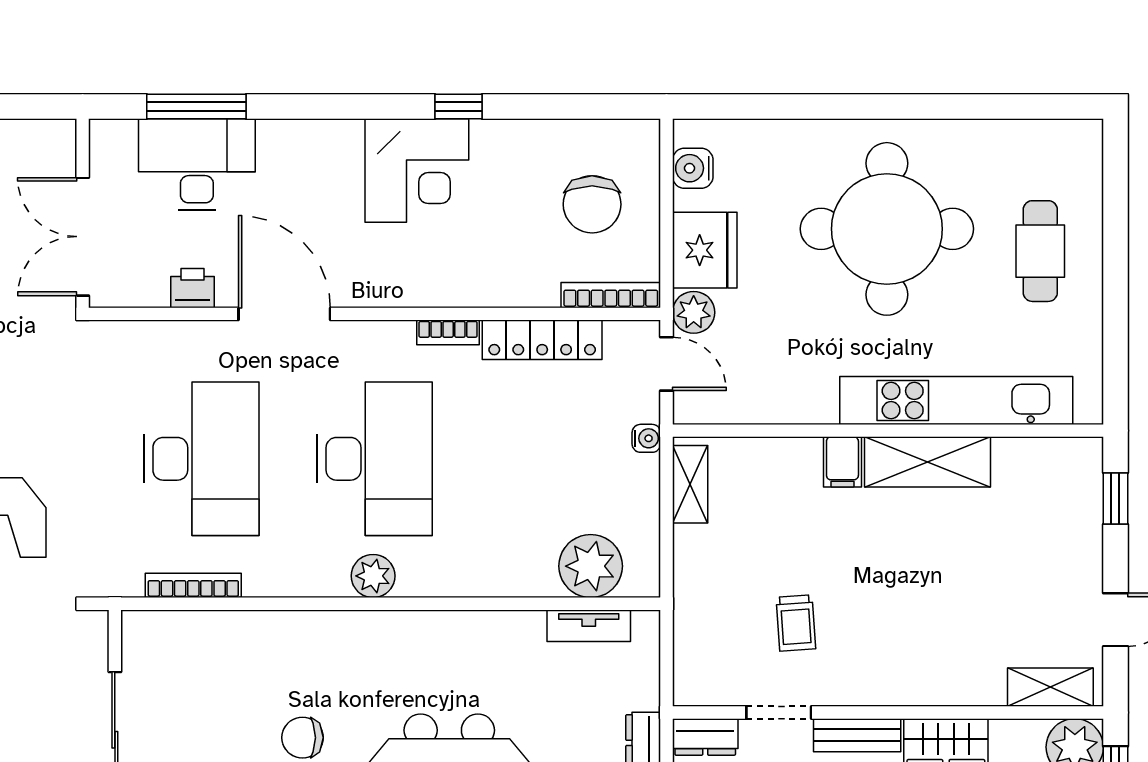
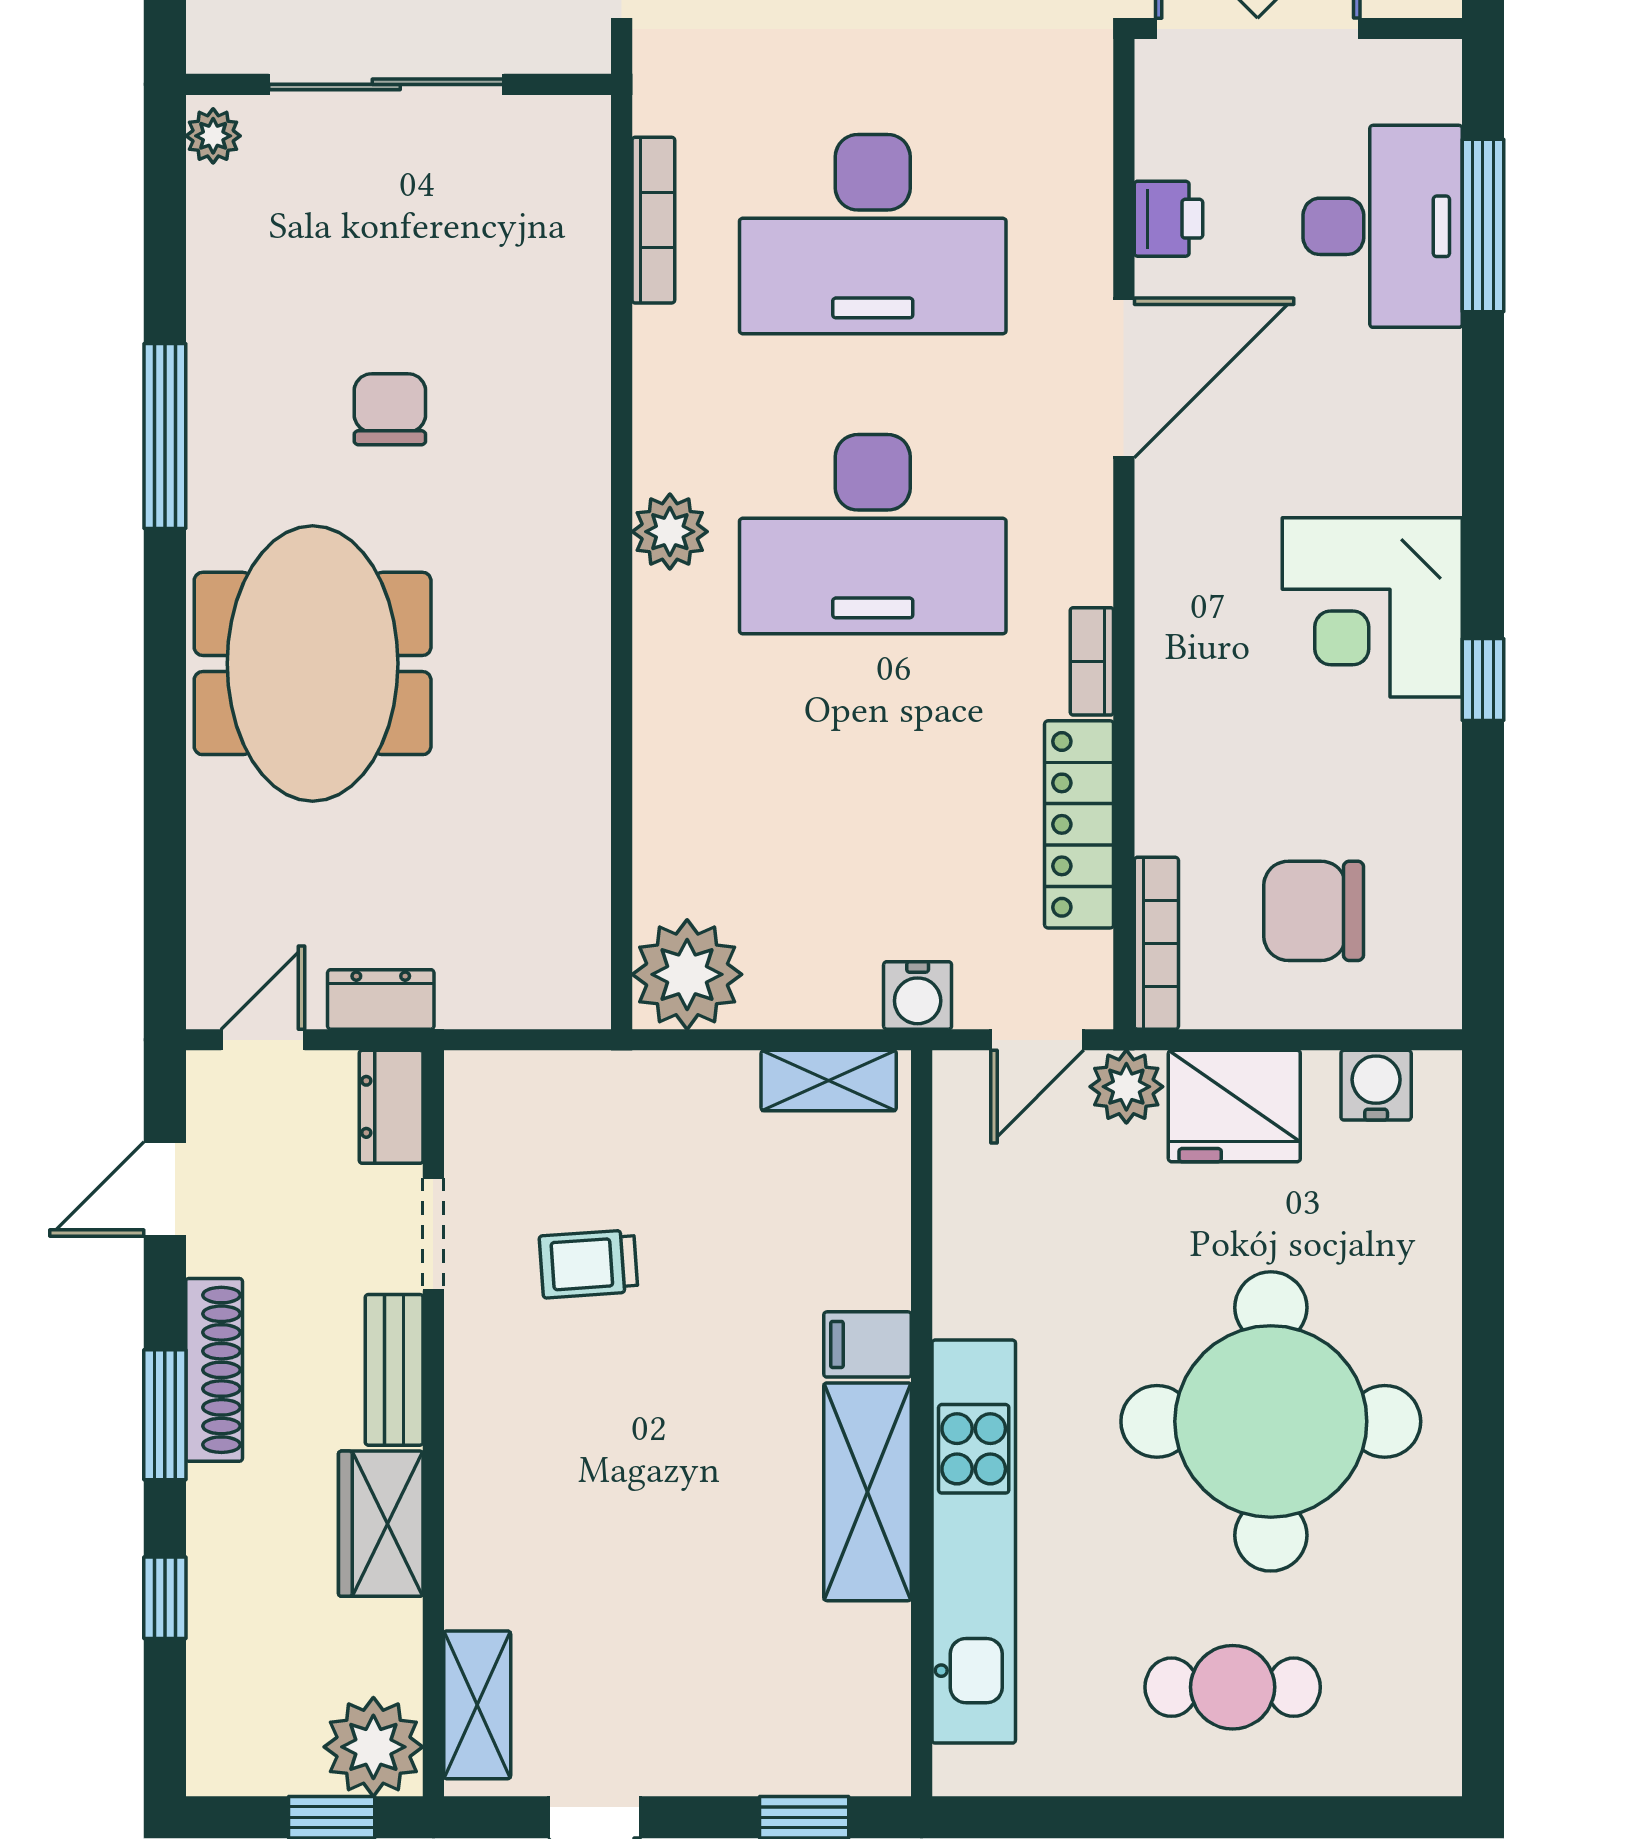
water cooler: (646, 438) -> (918, 995), width x1.38, depth x1.38
plant: (591, 566) -> (687, 974), moved
tv unit: (589, 626) -> (584, 905), removed

